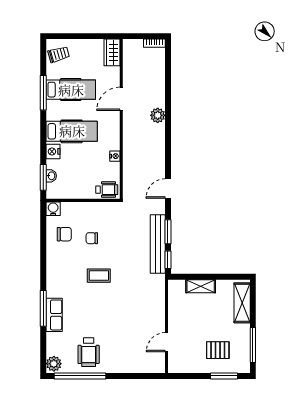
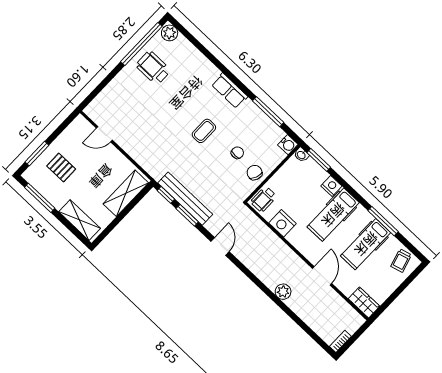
nightstand: (115, 156) -> (282, 223), width x1.89, depth x1.79
washbasin: (51, 176) -> (301, 155), moved
chair: (64, 234) -> (255, 173), moved, turned 111
shelving: (201, 286) -> (126, 193), width x1.50, depth x1.33
window: (43, 308) -> (268, 112), moved
row of seats: (54, 315) -> (230, 91), moved
door: (167, 342) -> (104, 134), swing flipped
pallet: (218, 350) -> (61, 168), turned 90

